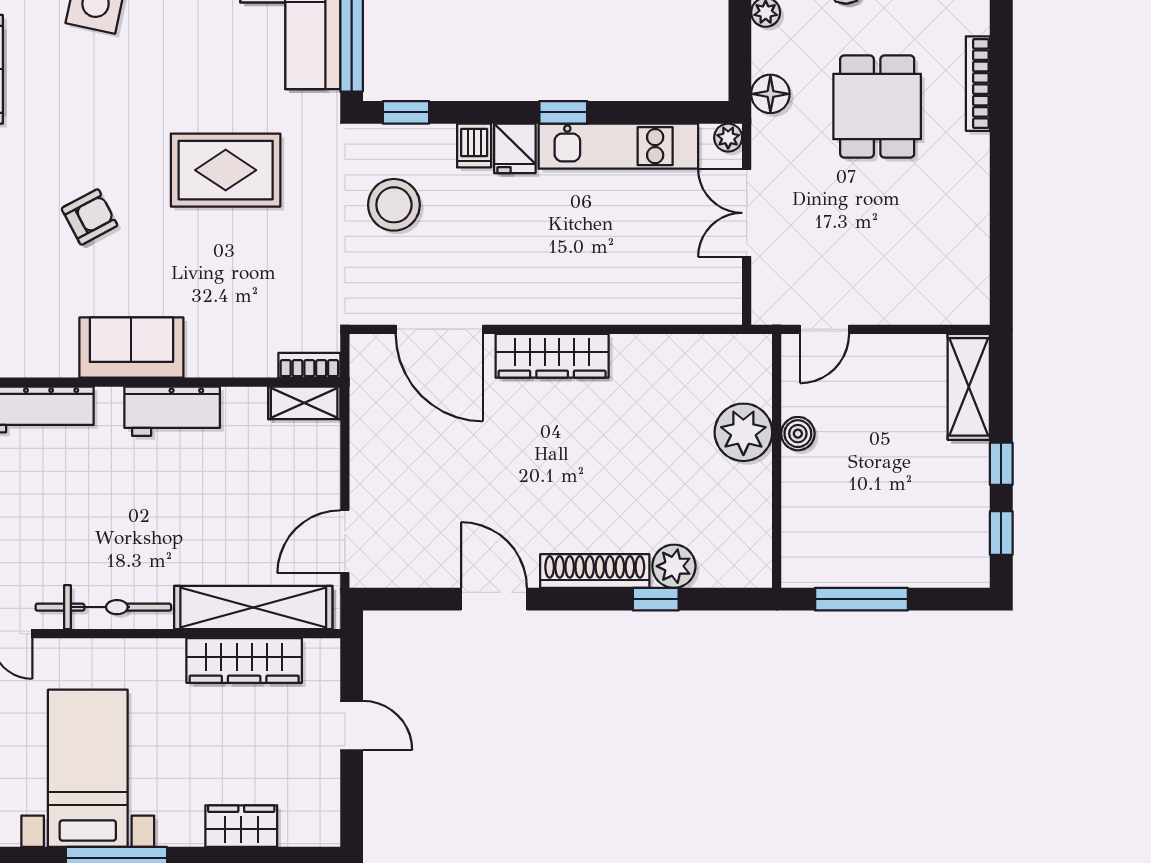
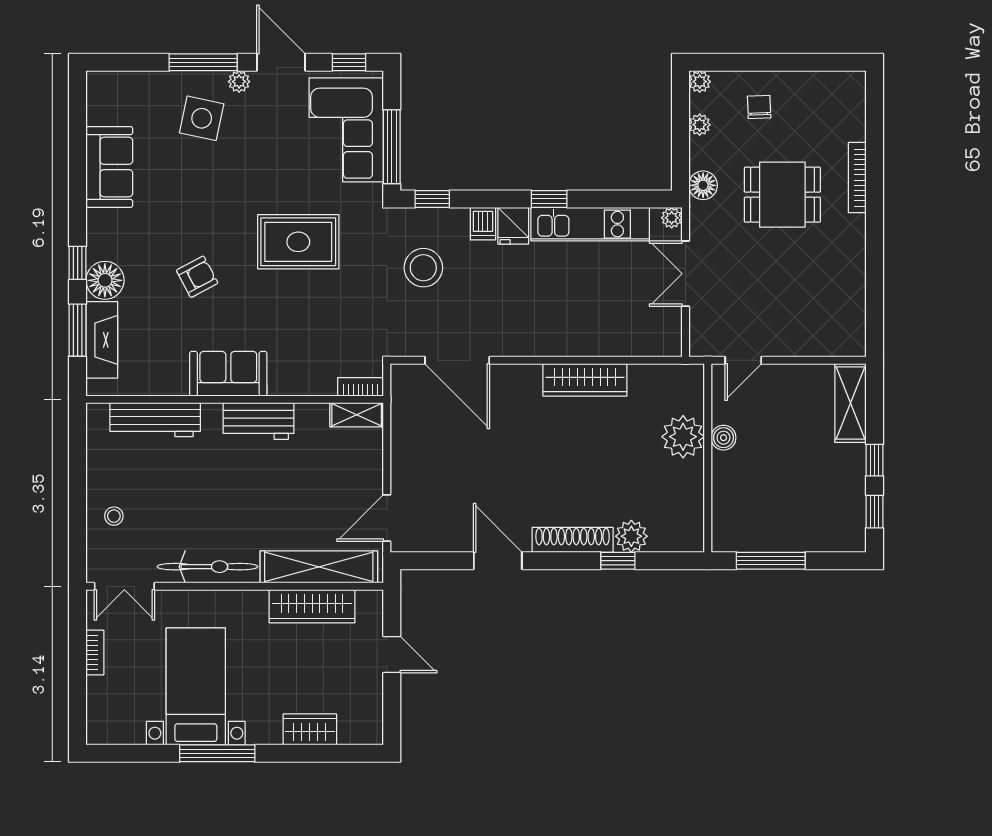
dining table: (877, 107) -> (782, 195), turned 90
wardrobe: (552, 356) -> (585, 380), moved

